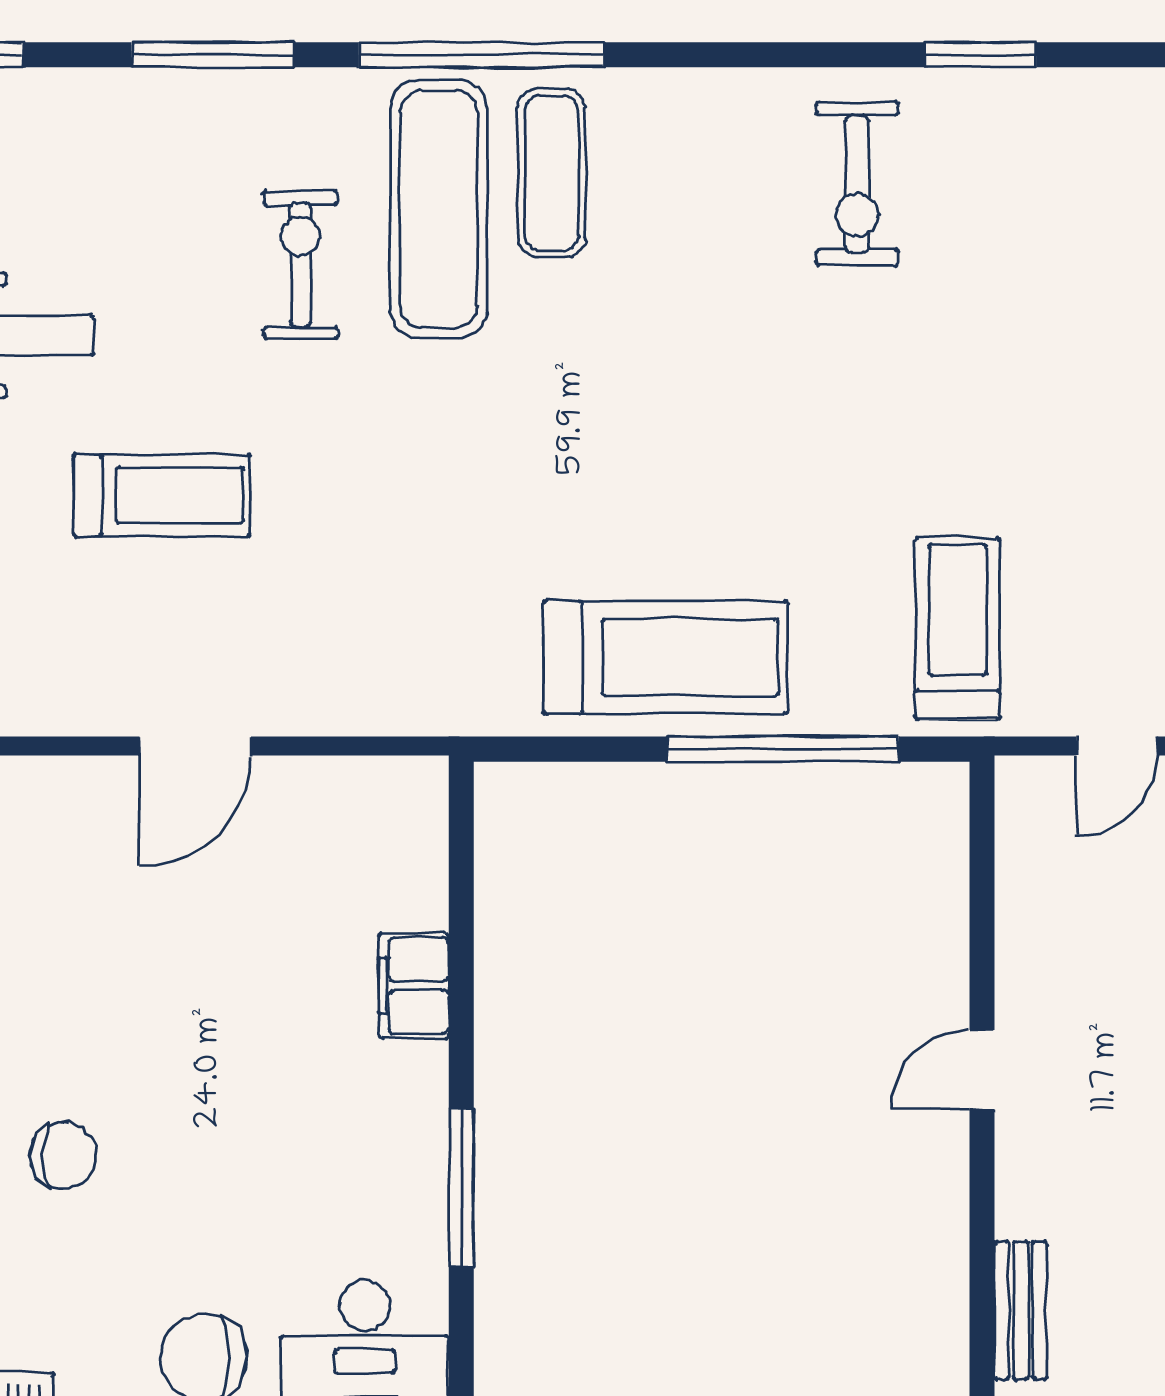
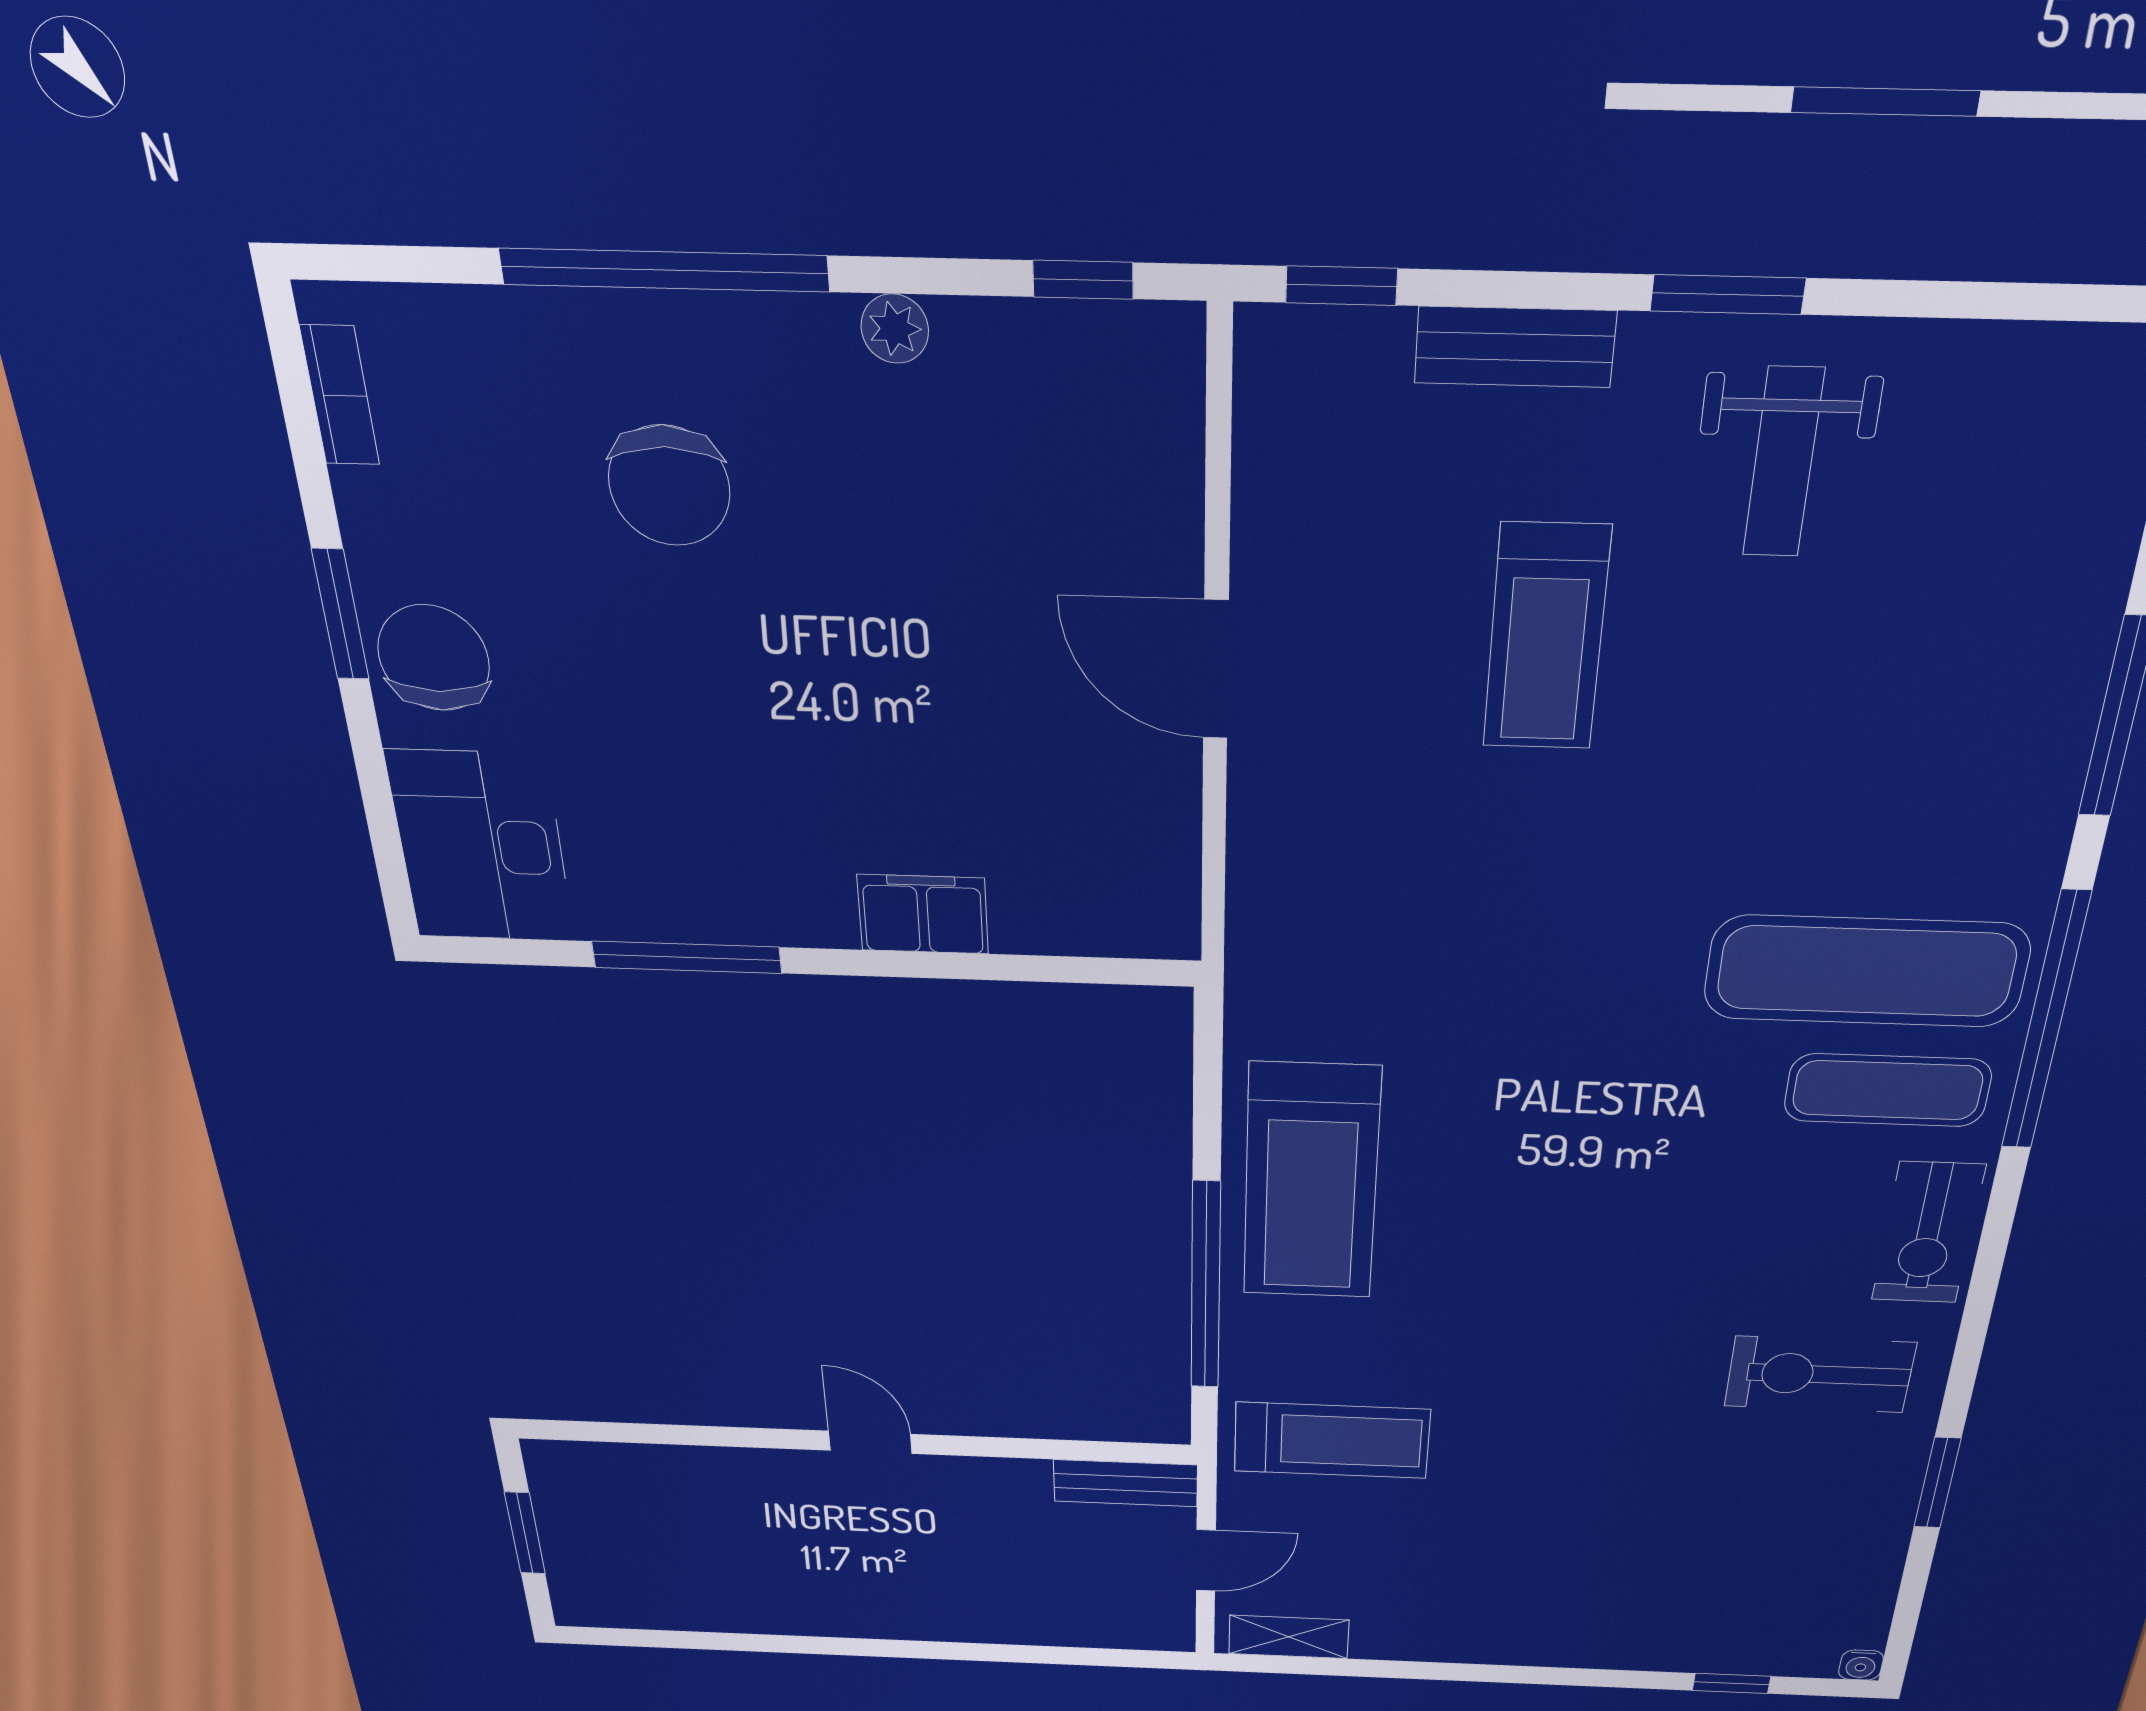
exercise bike: (300, 264) -> (1928, 1233), moved, turned 90
door: (1117, 746) -> (1206, 1560), swing flipped
chair: (63, 1155) -> (669, 486), width x1.37, depth x1.37
bench: (1021, 1310) -> (1125, 1483), moved

